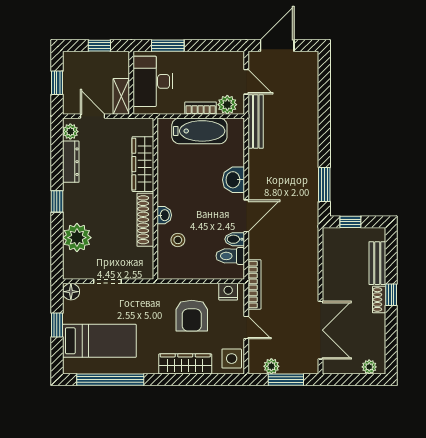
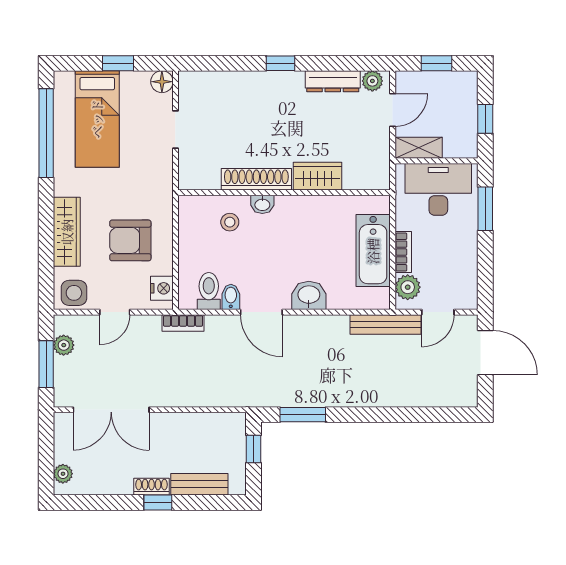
wardrobe: (143, 164) -> (318, 176), width x0.67
plant: (77, 238) -> (233, 90), removed
bookcase: (255, 284) -> (183, 323), width x0.64

